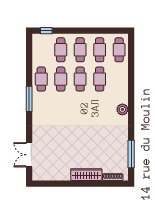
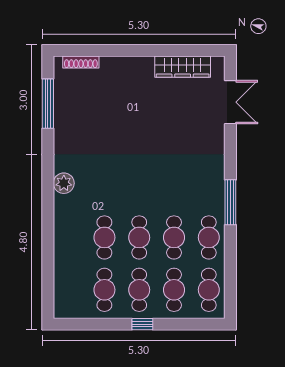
window: (46, 31) -> (142, 324), moved
cafe table: (119, 50) -> (209, 290), moved
wardrobe: (86, 175) -> (183, 67), moved

